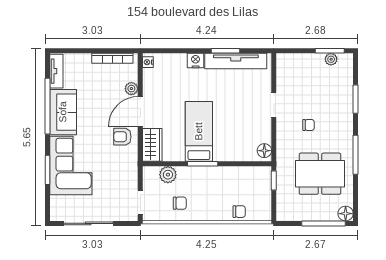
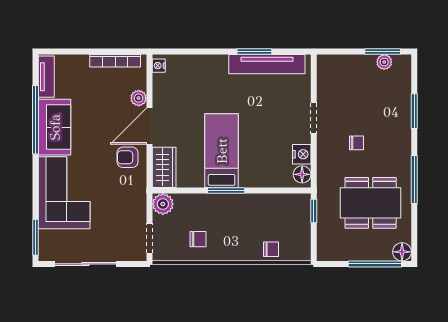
nightstand: (196, 60) -> (302, 154), moved, turned 90
window: (48, 170) -> (35, 237), moved
plant: (168, 175) -> (163, 204), moved

